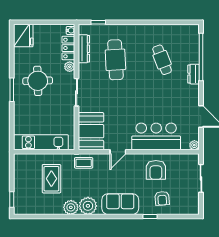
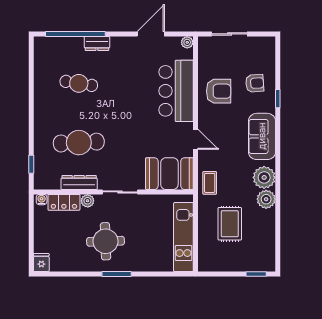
fridge: (23, 36) -> (41, 263), width x0.53, depth x0.75
dresser: (84, 49) -> (79, 183), moved
cafe table: (162, 60) -> (79, 83), turned 30
rug: (51, 179) -> (230, 224), turned 90

